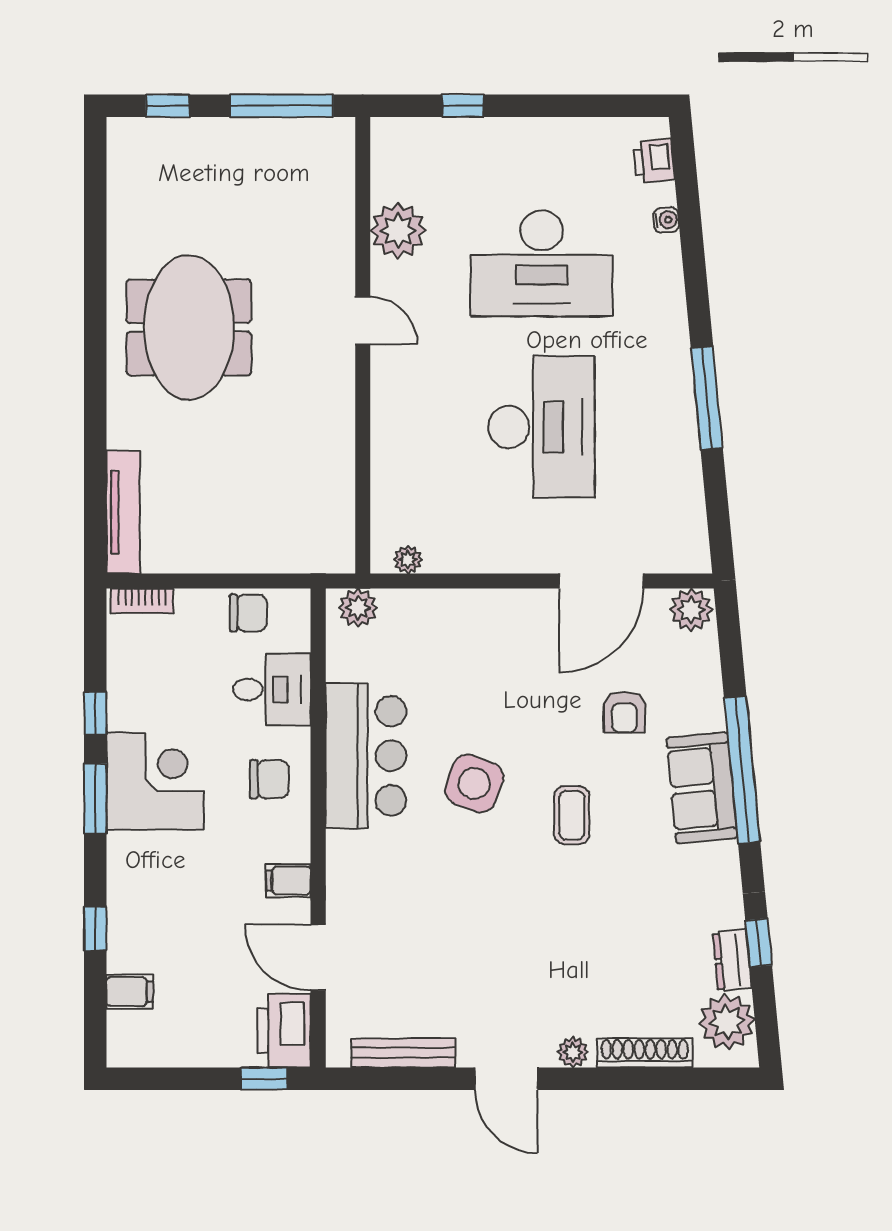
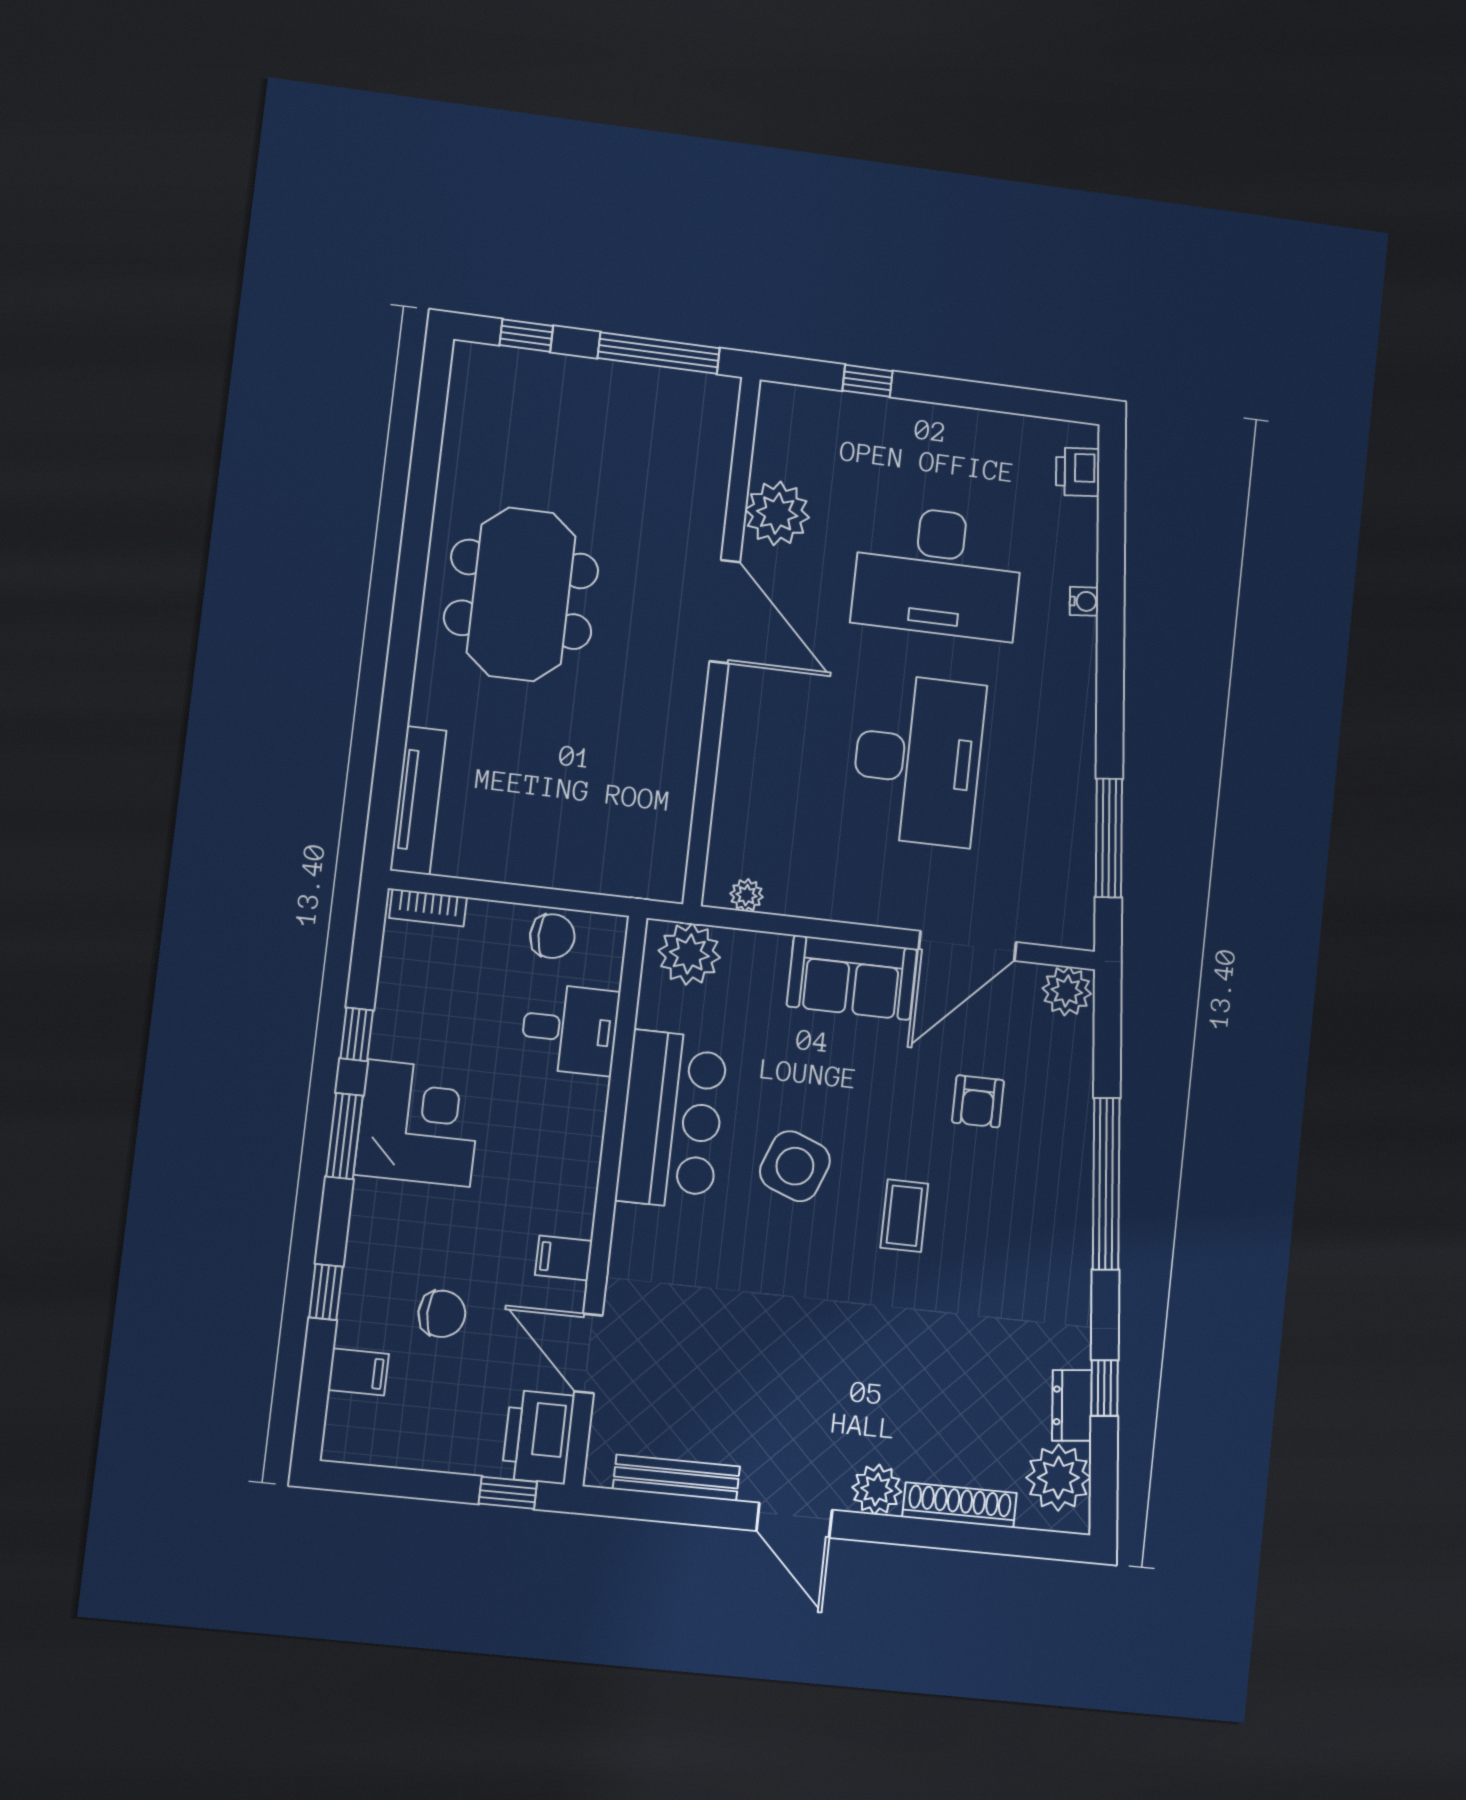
water cooler: (666, 220) -> (1084, 601), moved
door: (363, 320) -> (725, 612), width x1.87
window: (707, 398) -> (1109, 838), moved
plant: (358, 608) -> (689, 954), width x1.36, depth x1.36
chair: (269, 779) -> (442, 1314), moved
sofa: (702, 788) -> (852, 978), moved, turned -85
plant: (573, 1052) -> (877, 1489), width x1.38, depth x1.38

